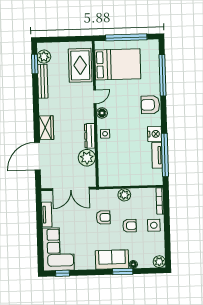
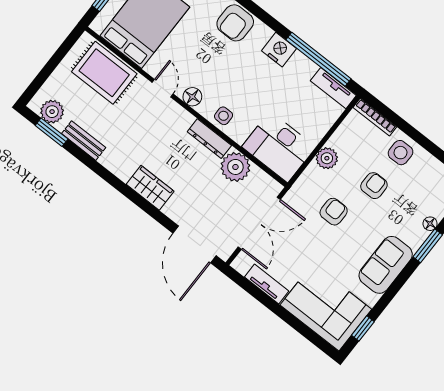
bench: (43, 81) -> (84, 141), width x0.73
tv unit: (157, 155) -> (333, 88), moved
door: (37, 156) -> (194, 244), moved
desk: (112, 169) -> (279, 147), added
sofa: (112, 260) -> (386, 265), moved

